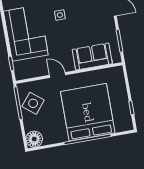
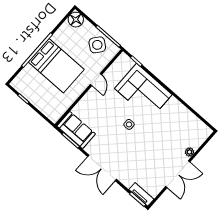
sofa: (92, 57) -> (76, 130), moved, turned -90
door: (58, 75) -> (96, 79), hinge flipped
bed: (88, 112) -> (56, 66), width x0.73

